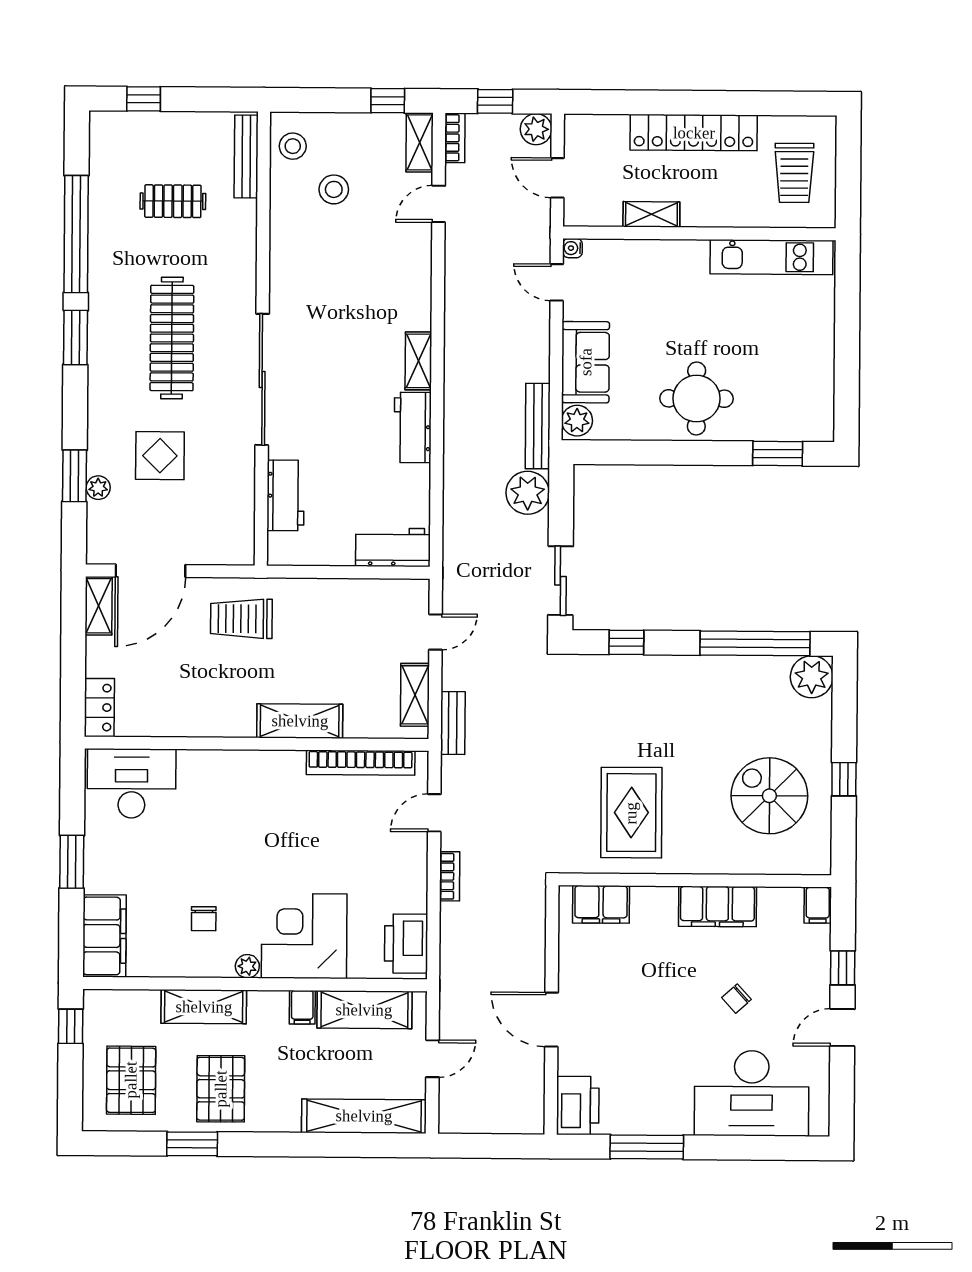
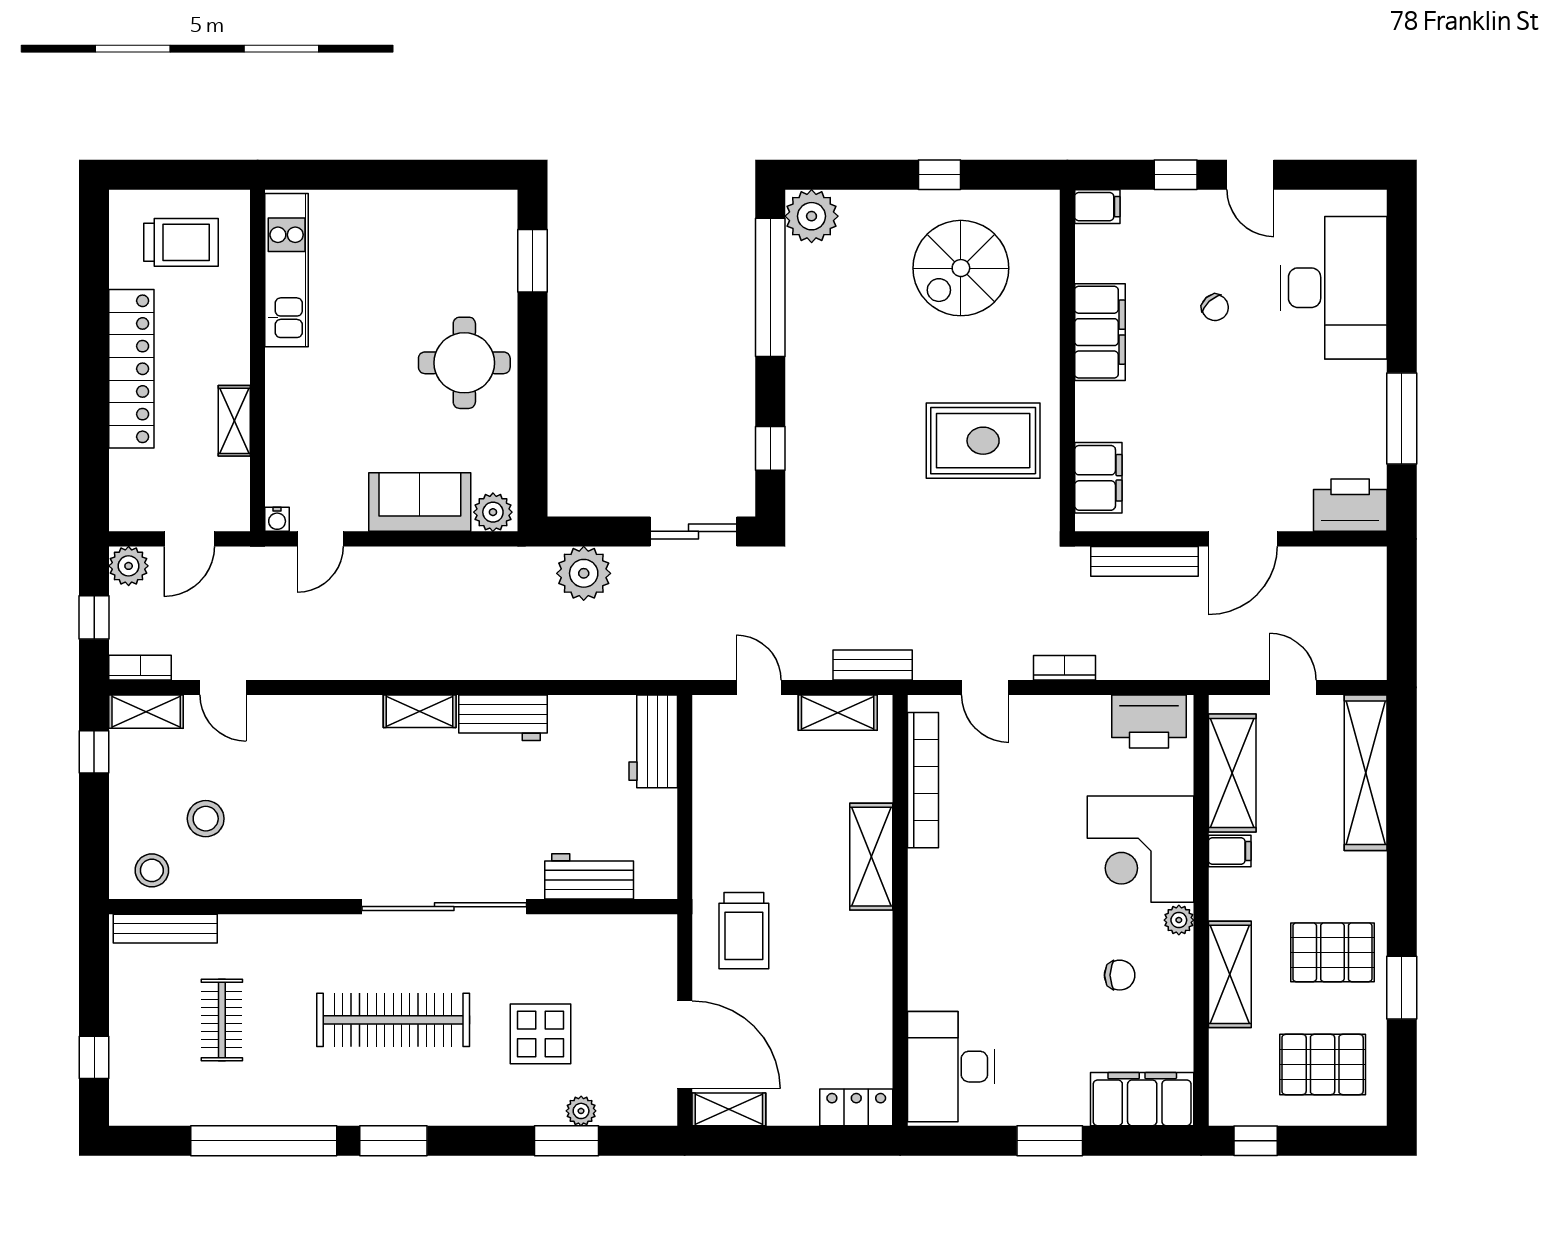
bench: (538, 426) -> (1145, 561), moved

